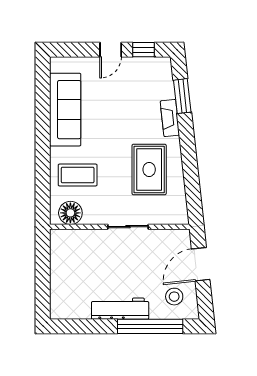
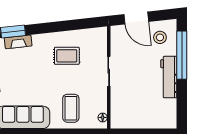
fireplace: (170, 118) -> (18, 42), moved
rug: (149, 169) -> (67, 56), width x0.73, depth x0.70
floor lamp: (70, 213) -> (103, 117), width x0.53, depth x0.53

